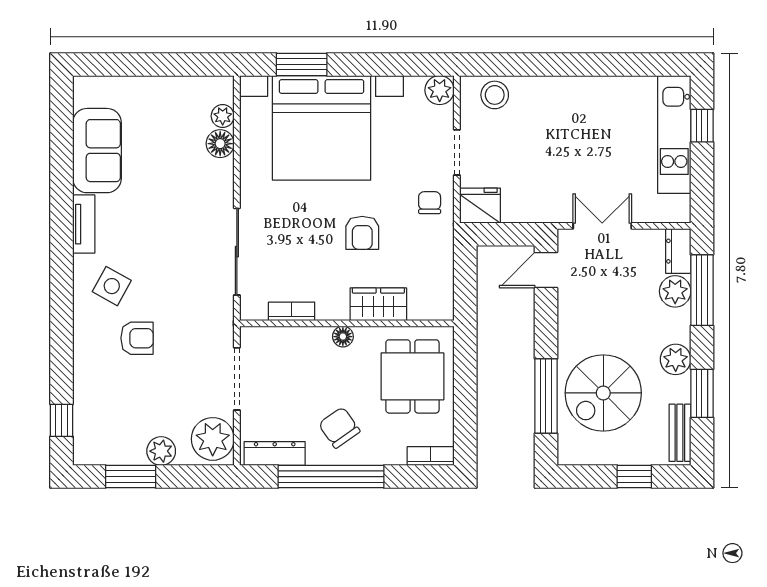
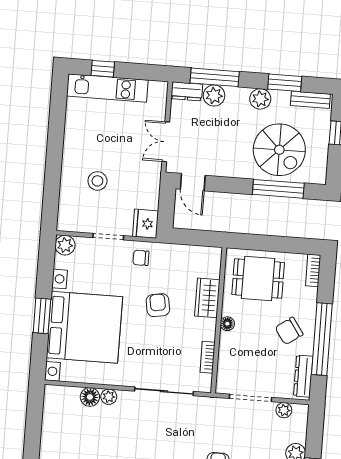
window: (302, 64) -> (42, 316), moved
stool: (495, 95) -> (97, 181), moved
plant: (223, 116) -> (109, 397), moved
armchair: (362, 233) -> (158, 305), turned -100
plant: (213, 439) -> (284, 410), width x0.53, depth x0.53

